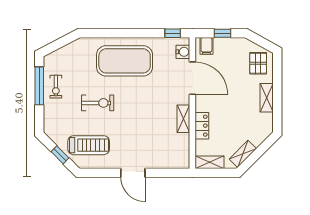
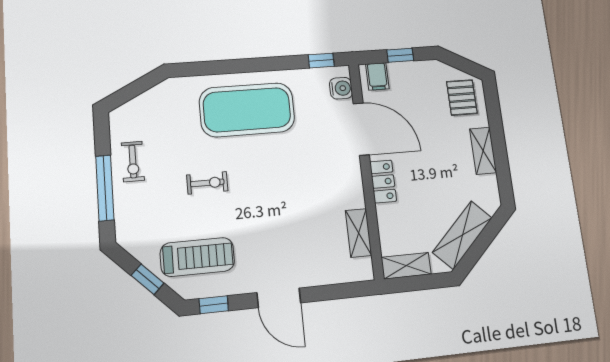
window: (39, 86) -> (105, 188), moved
exercise bike: (98, 103) -> (207, 183), width x0.73, depth x0.72
shelving: (183, 119) -> (359, 233), moved
locker: (202, 126) -> (383, 181), moved
shelving: (243, 154) -> (462, 235), width x1.50, depth x1.33
window: (96, 173) -> (214, 305), added

